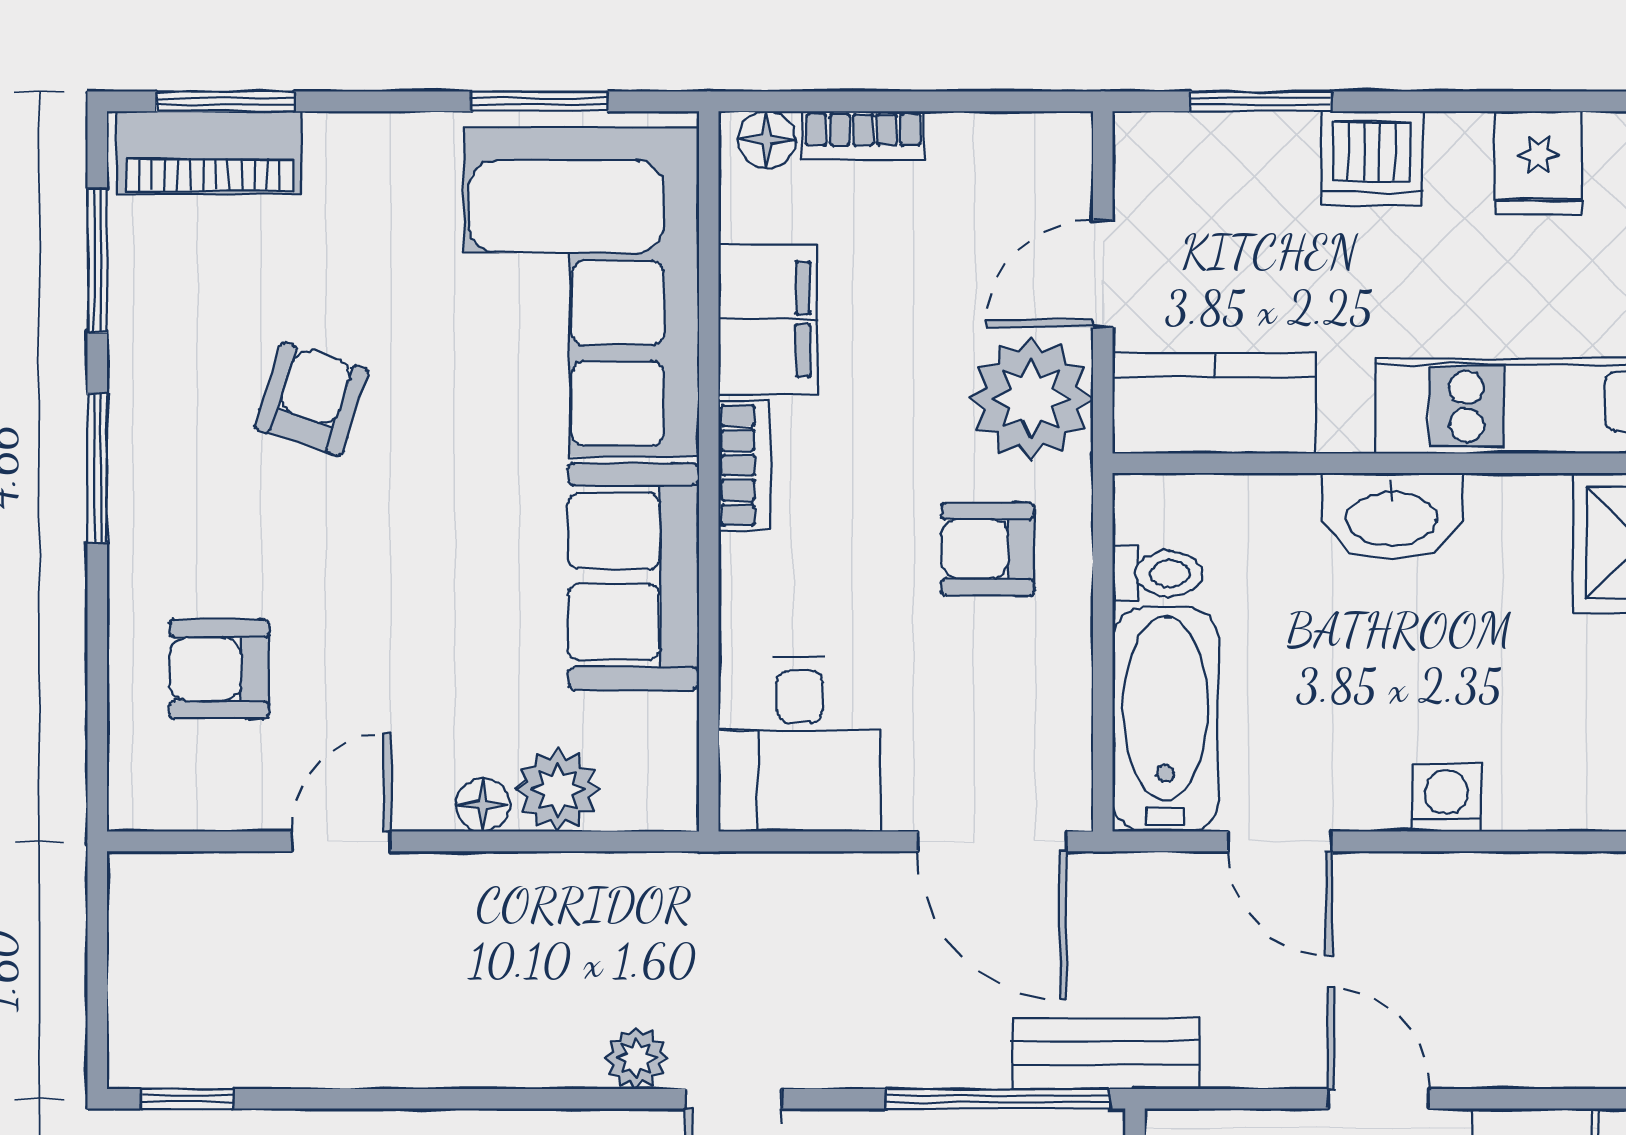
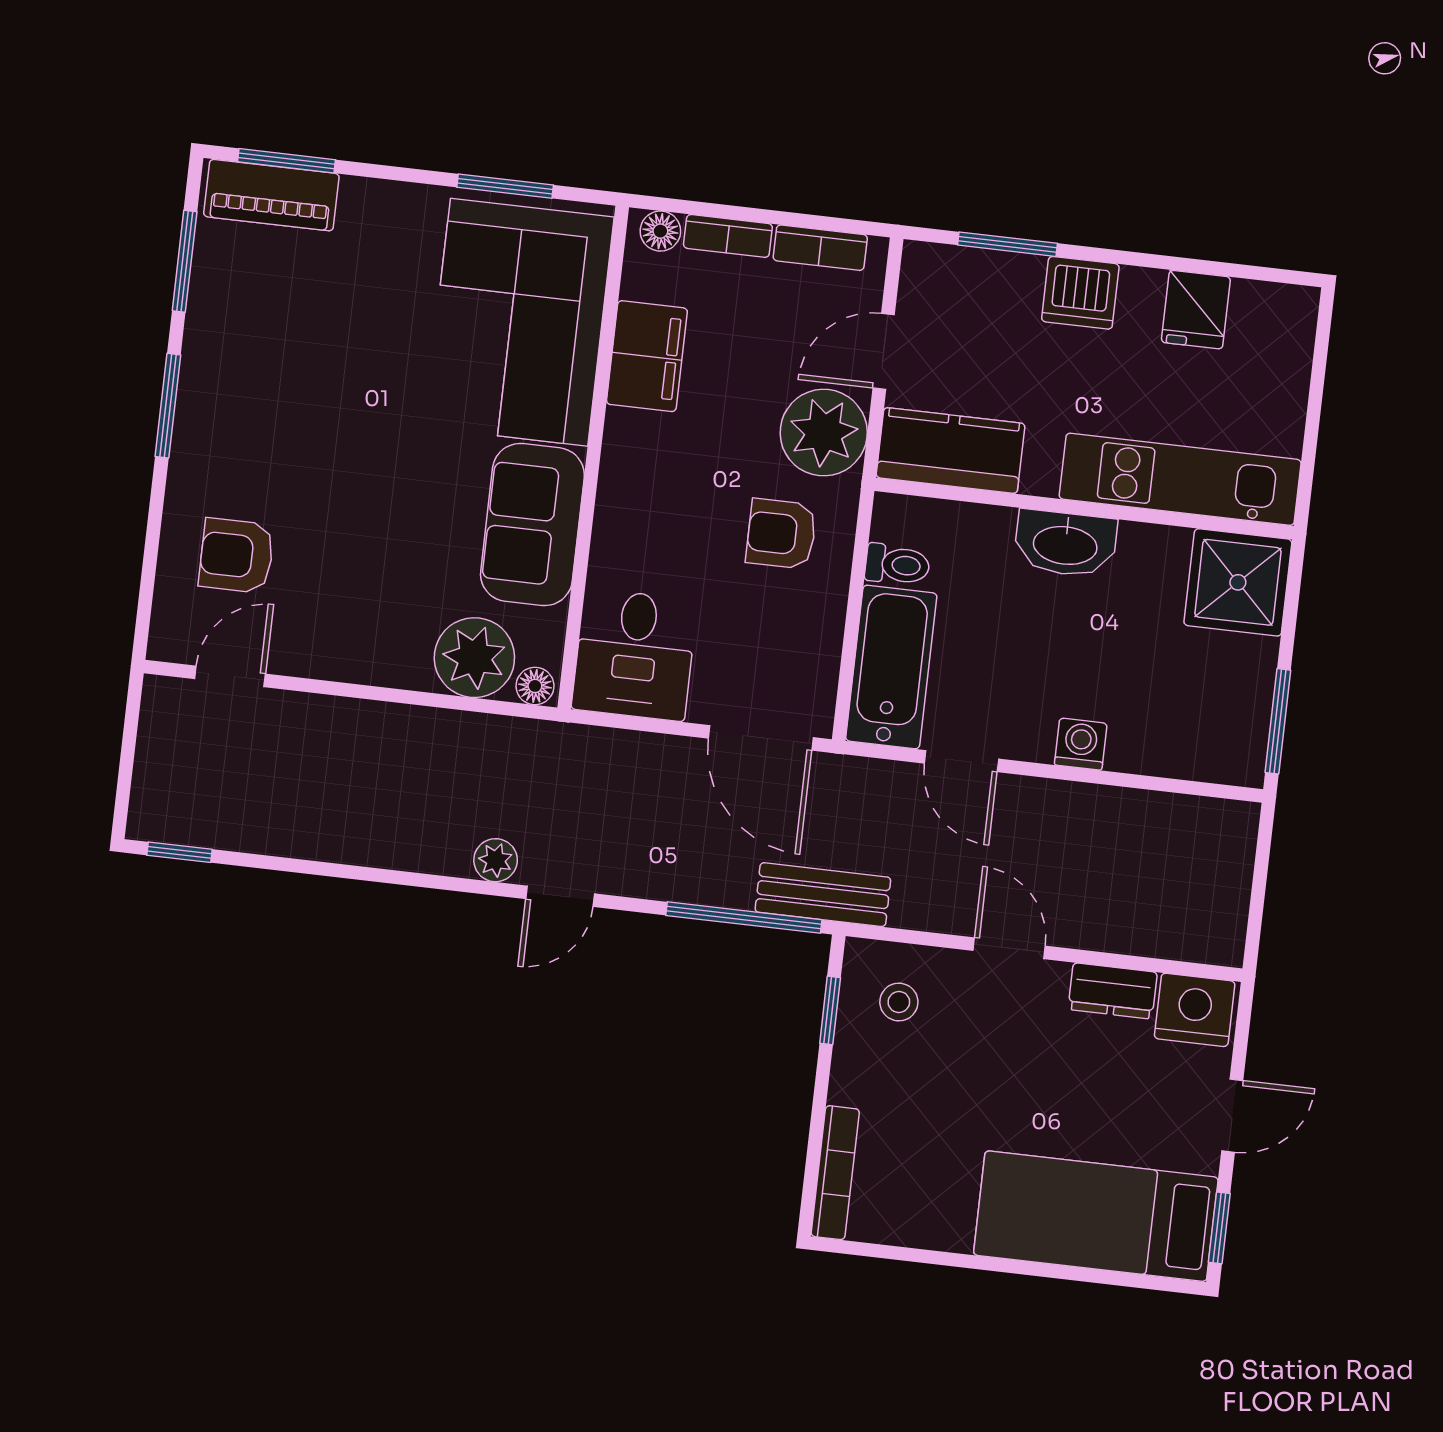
armchair: (312, 399) -> (323, 375), removed
bookcase: (744, 465) -> (820, 248), moved, turned 90
plant: (558, 790) -> (474, 658), width x1.36, depth x1.36
floor lamp: (483, 805) -> (535, 686), moved
door: (341, 841) -> (230, 676), moved

